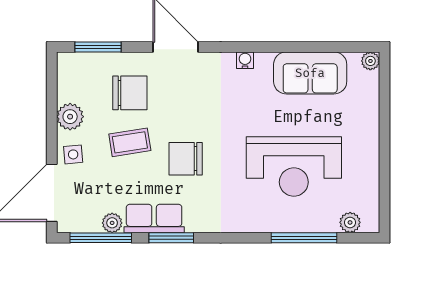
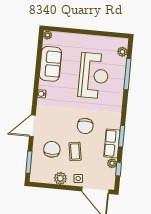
window: (101, 238) -> (118, 169), width x0.46

